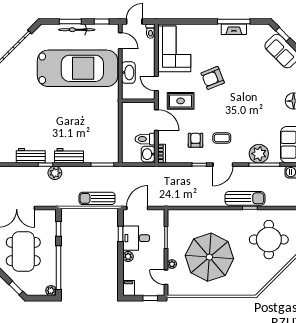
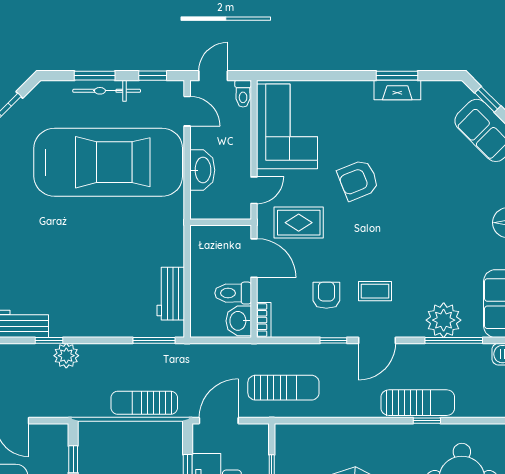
window: (234, 22) -> (397, 76), width x0.69
door: (156, 83) -> (254, 190), swing flipped
workbench: (69, 156) -> (171, 294), moved, turned -90
sun lounger: (172, 190) -> (283, 388), added

